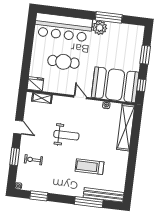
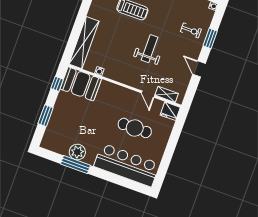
plant: (100, 28) -> (77, 152), moved
booth: (115, 85) -> (81, 84), width x0.73, depth x0.70
door: (80, 97) -> (148, 94), moved
weight bench: (66, 135) -> (150, 49), turned 90

